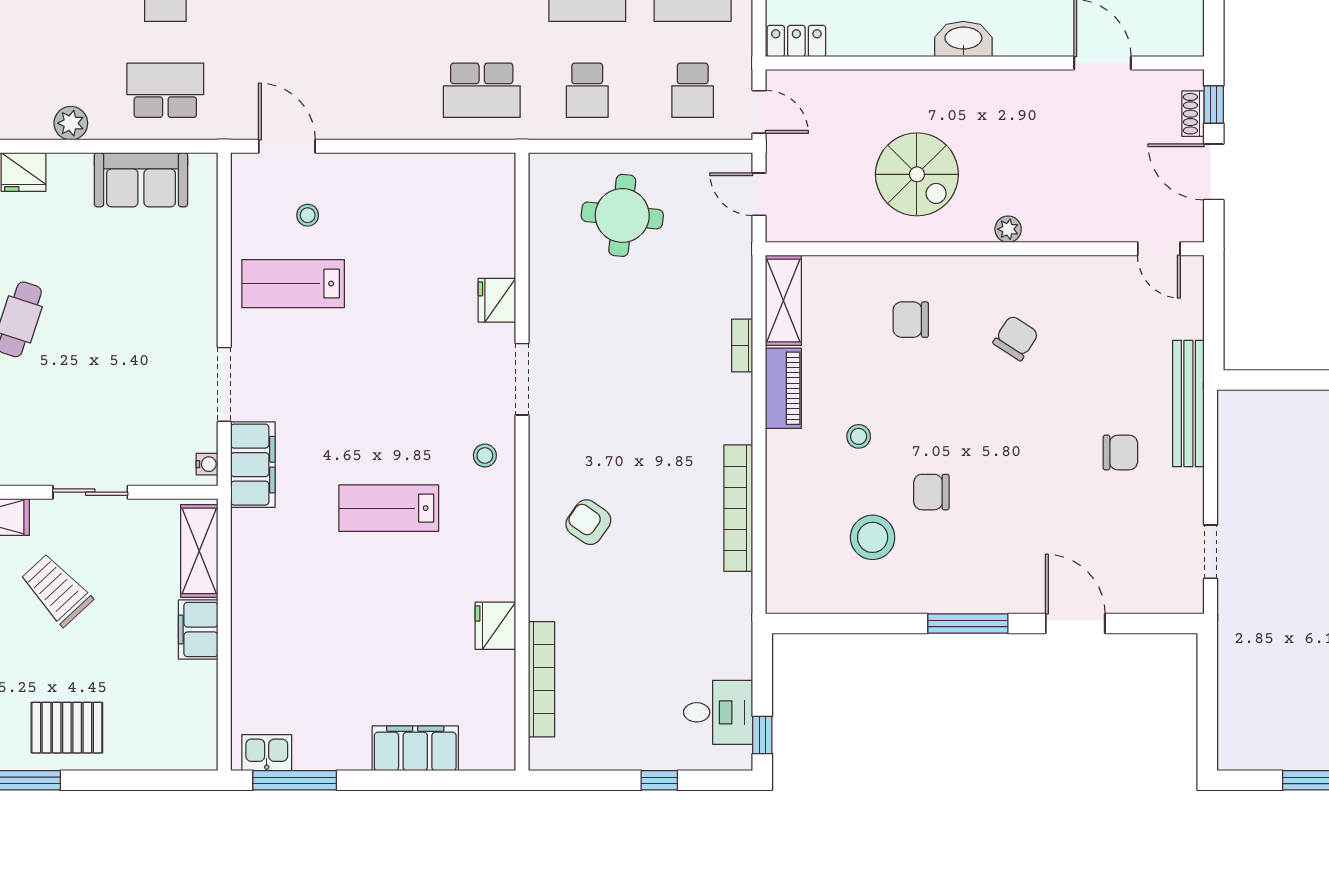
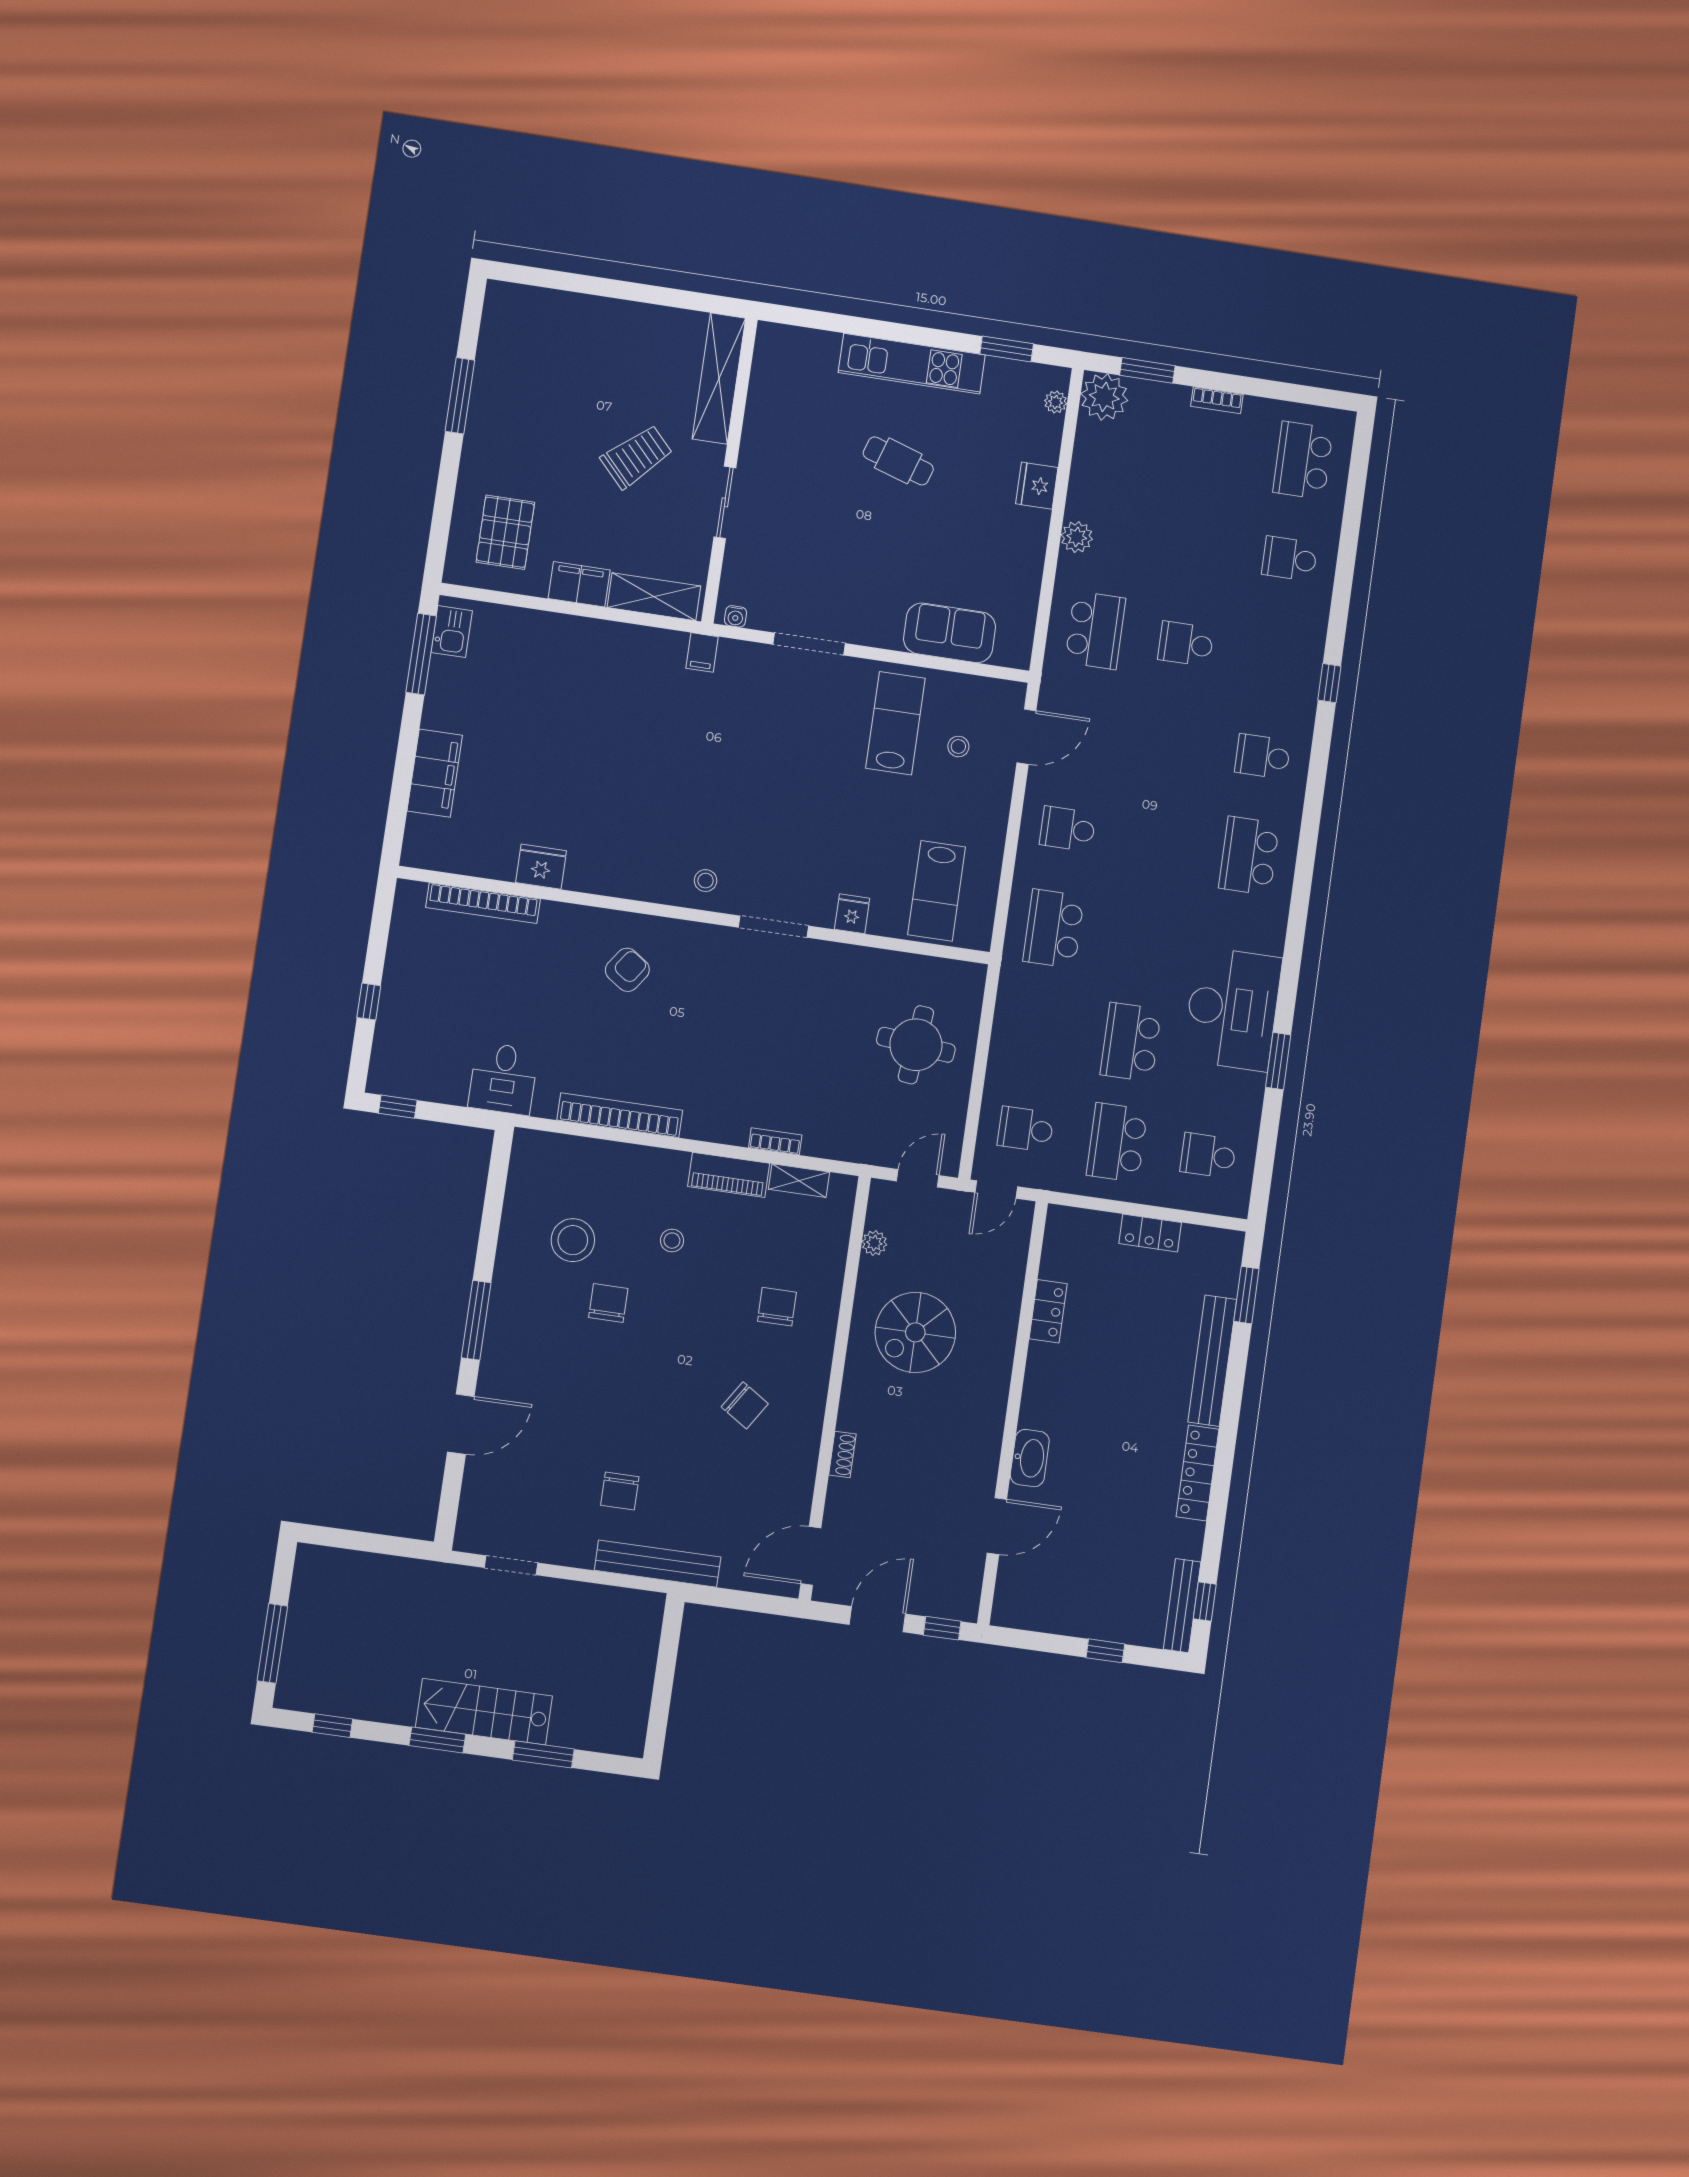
washbasin: (963, 39) -> (1030, 1458), moved
locker: (796, 41) -> (1048, 1311), moved
school desk: (587, 90) -> (1068, 829), moved
shoe rack: (1193, 114) -> (842, 1454), moved, turned 90
sofa: (141, 180) -> (950, 633), moved, turned 90
plant: (1008, 229) -> (874, 1243), moved
door: (1159, 249) -> (811, 1556), width x1.38
fridge: (497, 300) -> (852, 914), width x0.72
shelving: (783, 301) -> (799, 1181), width x0.67, depth x0.75
filing cabinet: (253, 465) -> (702, 652), width x0.33, depth x0.86
lab bench: (389, 508) -> (937, 891), moved, turned 180
desk: (718, 712) -> (503, 1079), moved
pallet: (67, 728) -> (505, 532), moved

